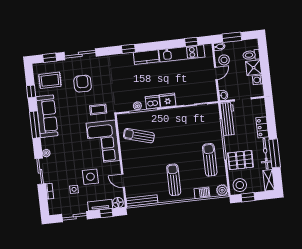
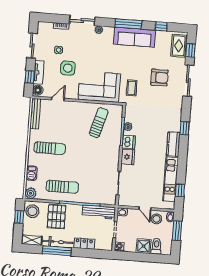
rug: (50, 80) -> (179, 46), moved
washing machine: (258, 80) -> (119, 247), moved

